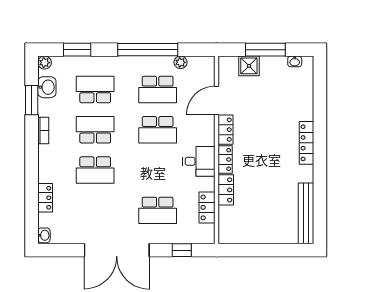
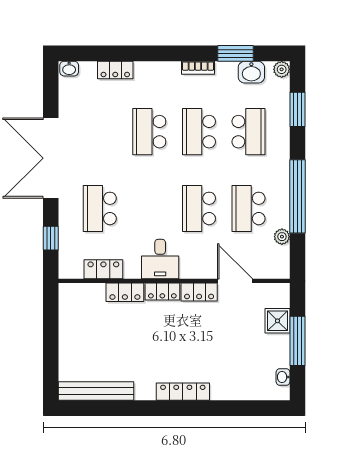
school desk: (95, 130) -> (199, 132), turned 180

